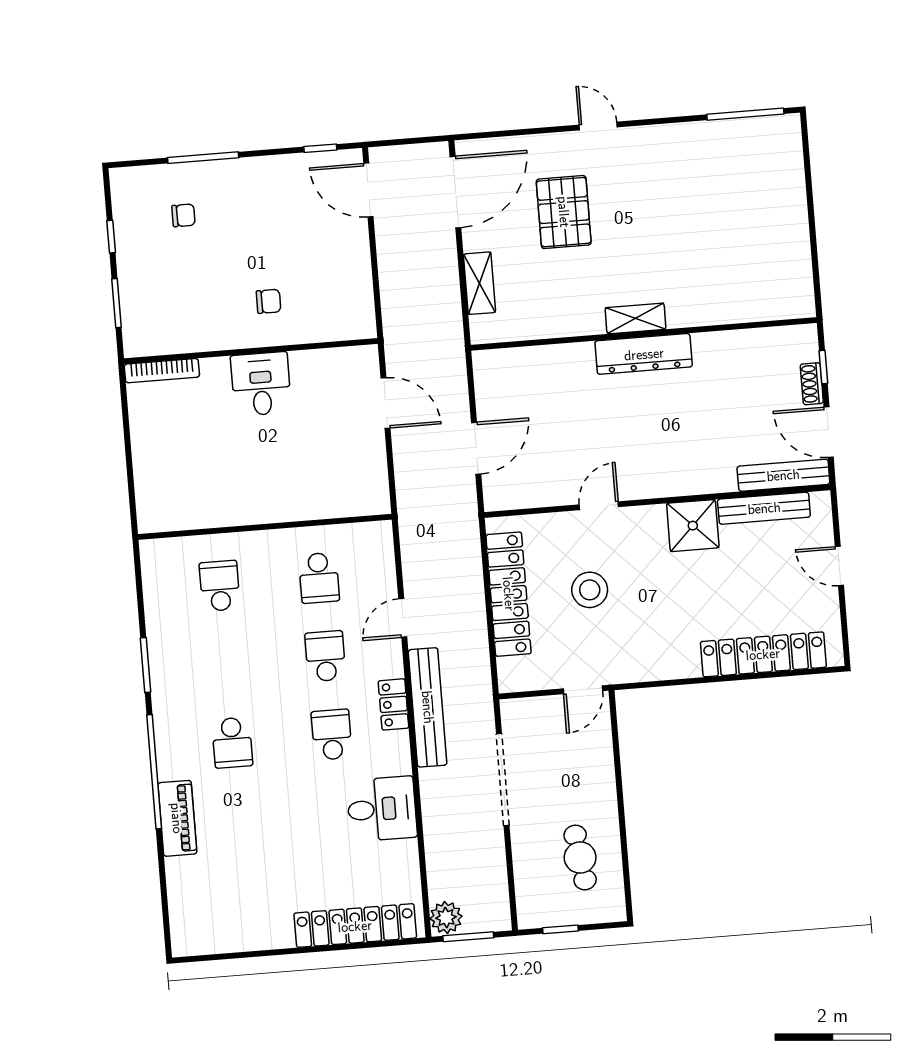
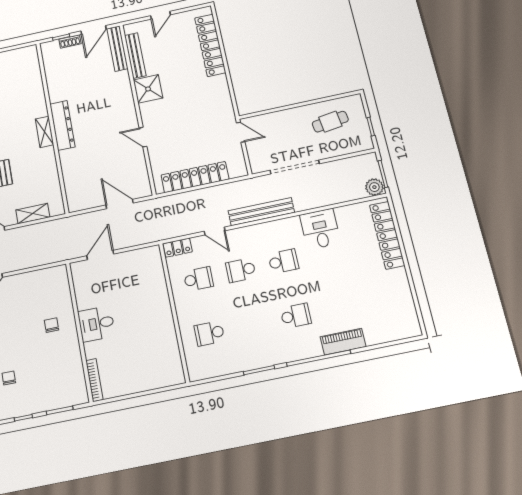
stool: (590, 590) -> (188, 136), removed
locker: (393, 704) -> (178, 248), moved
school desk: (332, 735) -> (283, 261), turned 180

